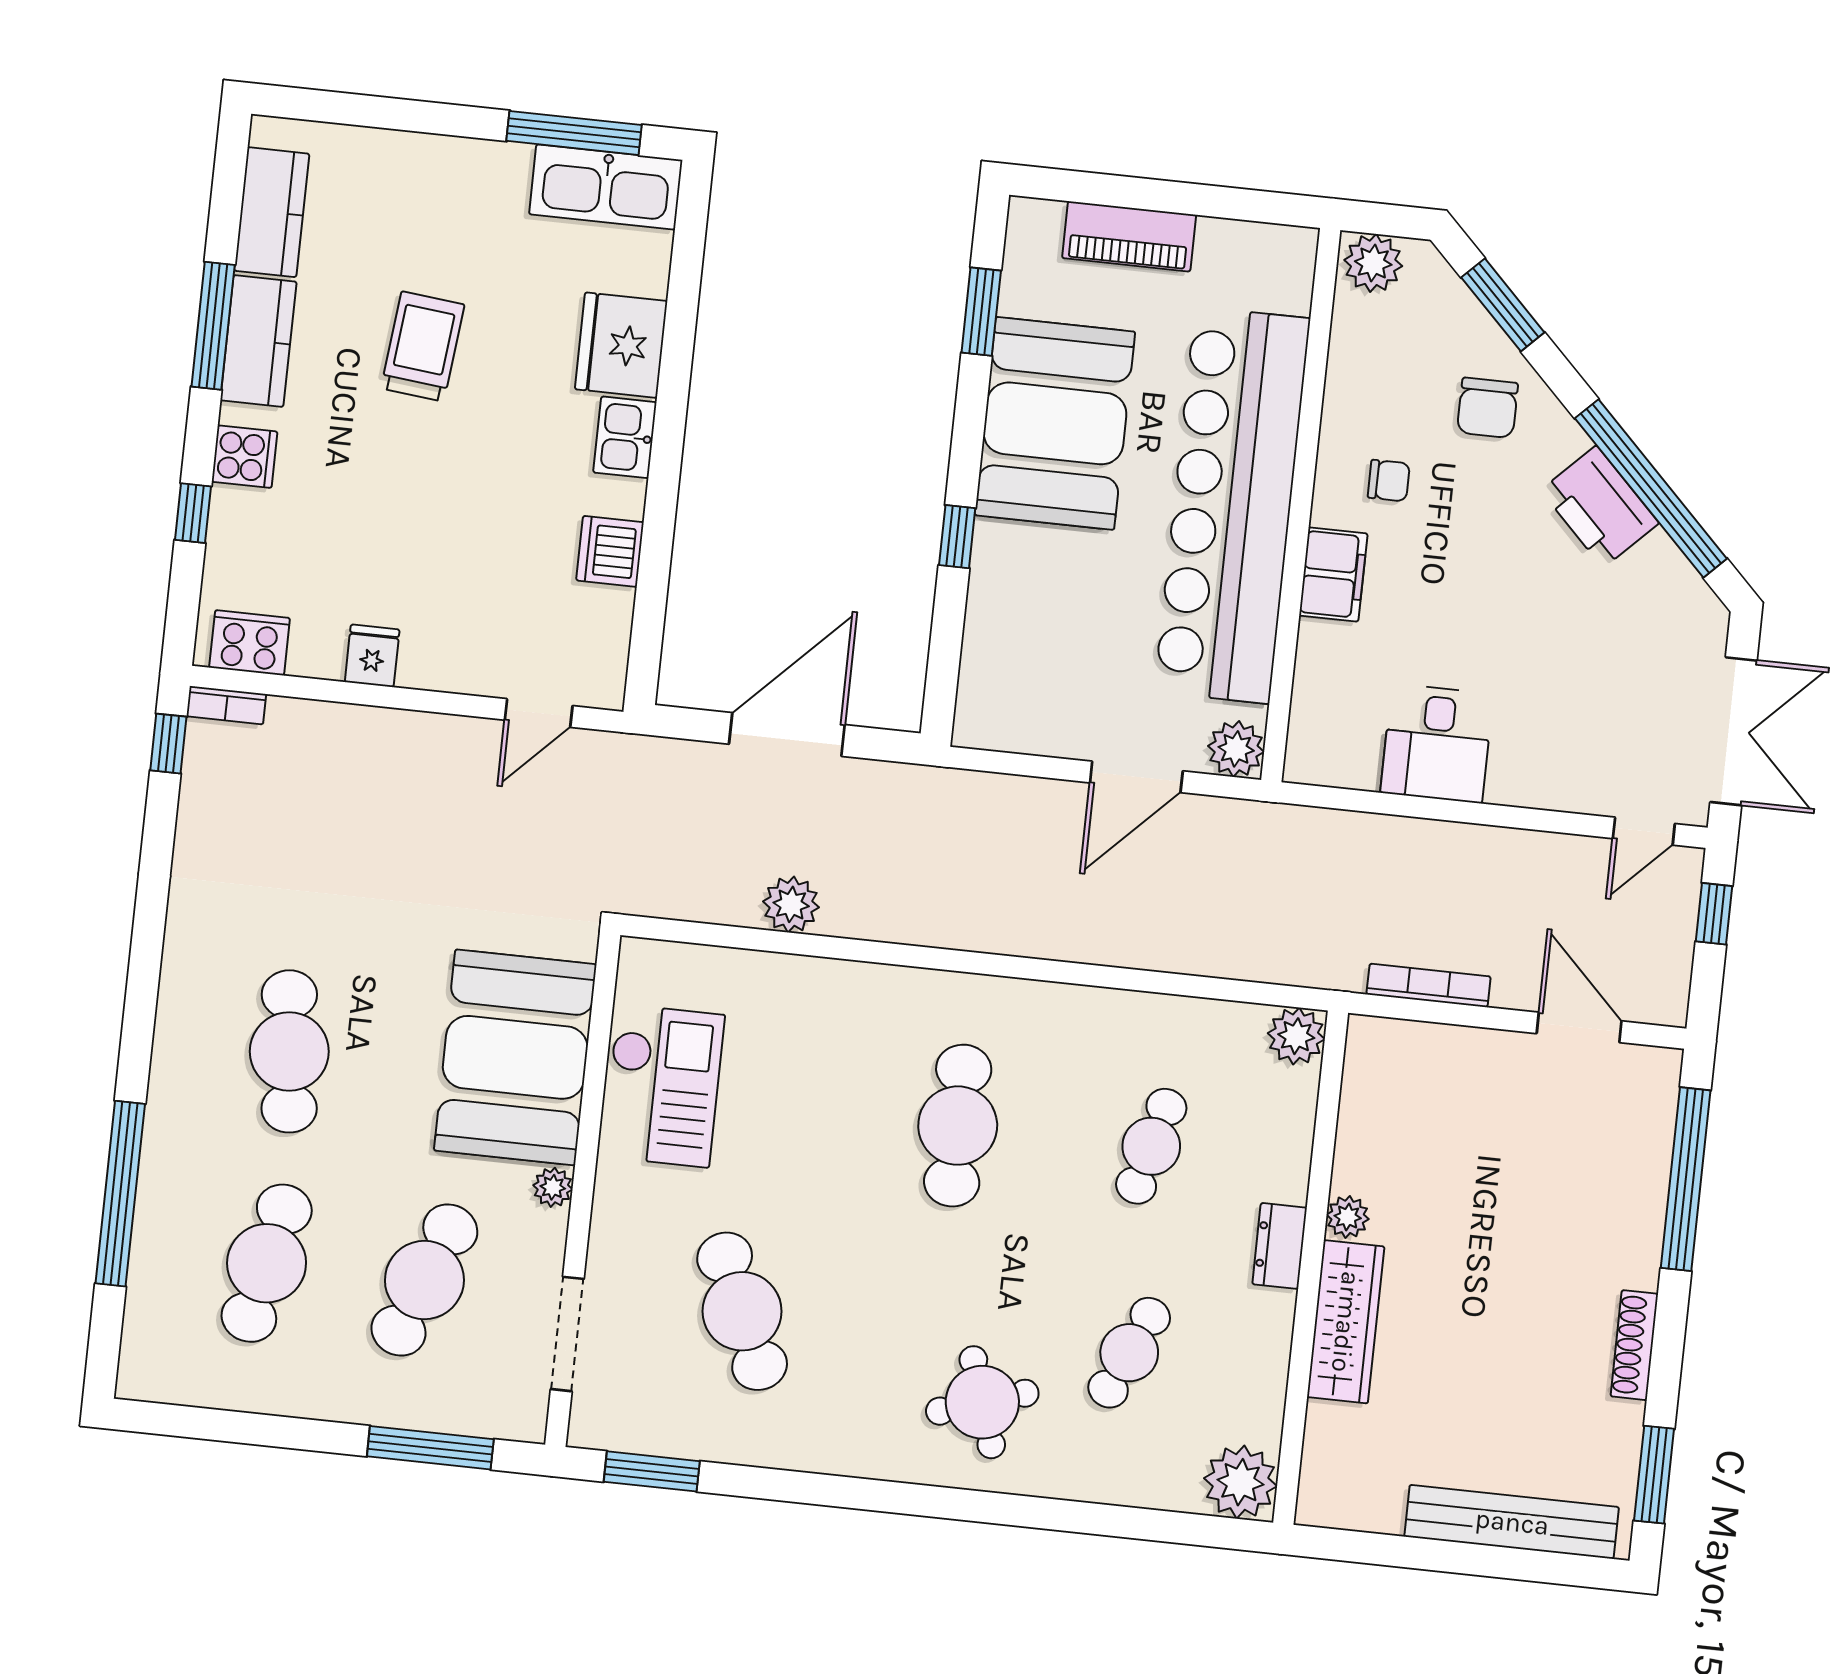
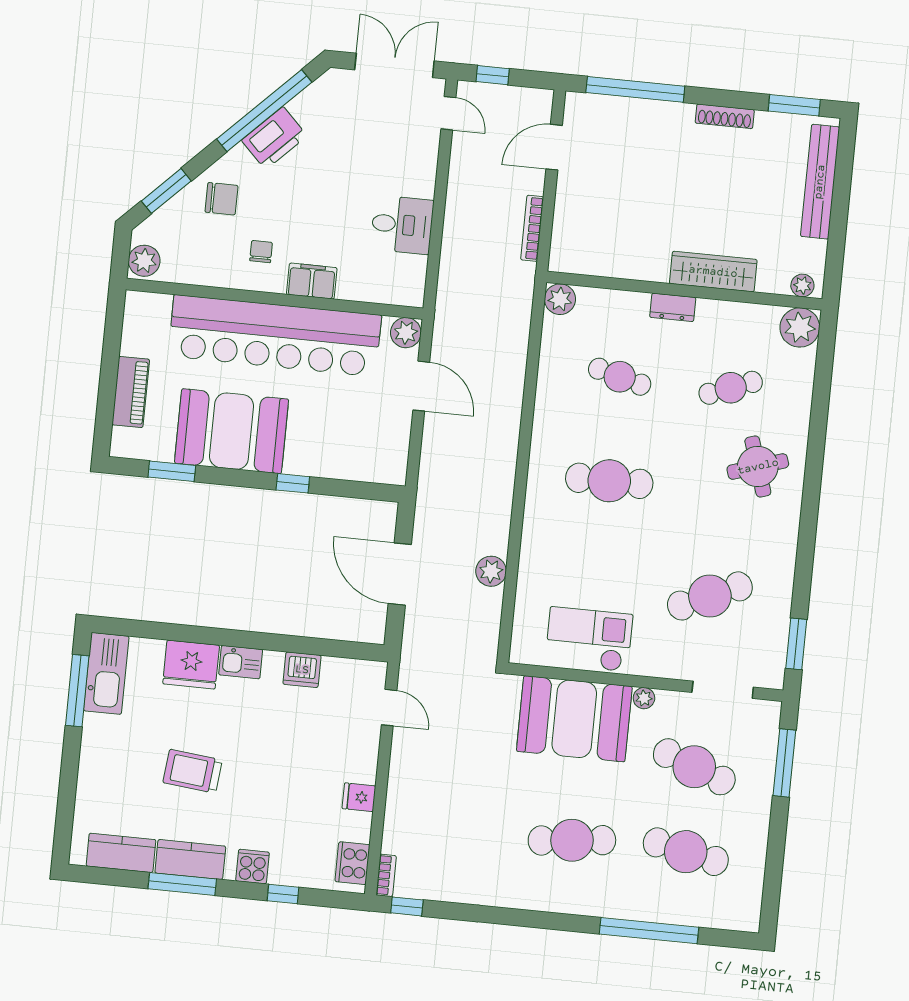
plant: (1348, 1217) -> (802, 285), moved
cafe table: (1129, 1353) -> (731, 388), turned -45

